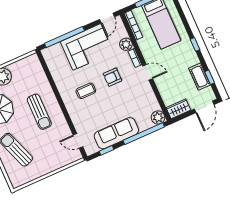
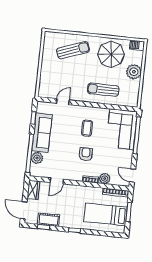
corner sofa: (87, 47) -> (122, 129), moved
door: (148, 72) -> (57, 181), moved
sun lounger: (39, 112) -> (103, 90), moved
plant: (158, 117) -> (37, 158), moved
door: (78, 141) -> (63, 102), moved

